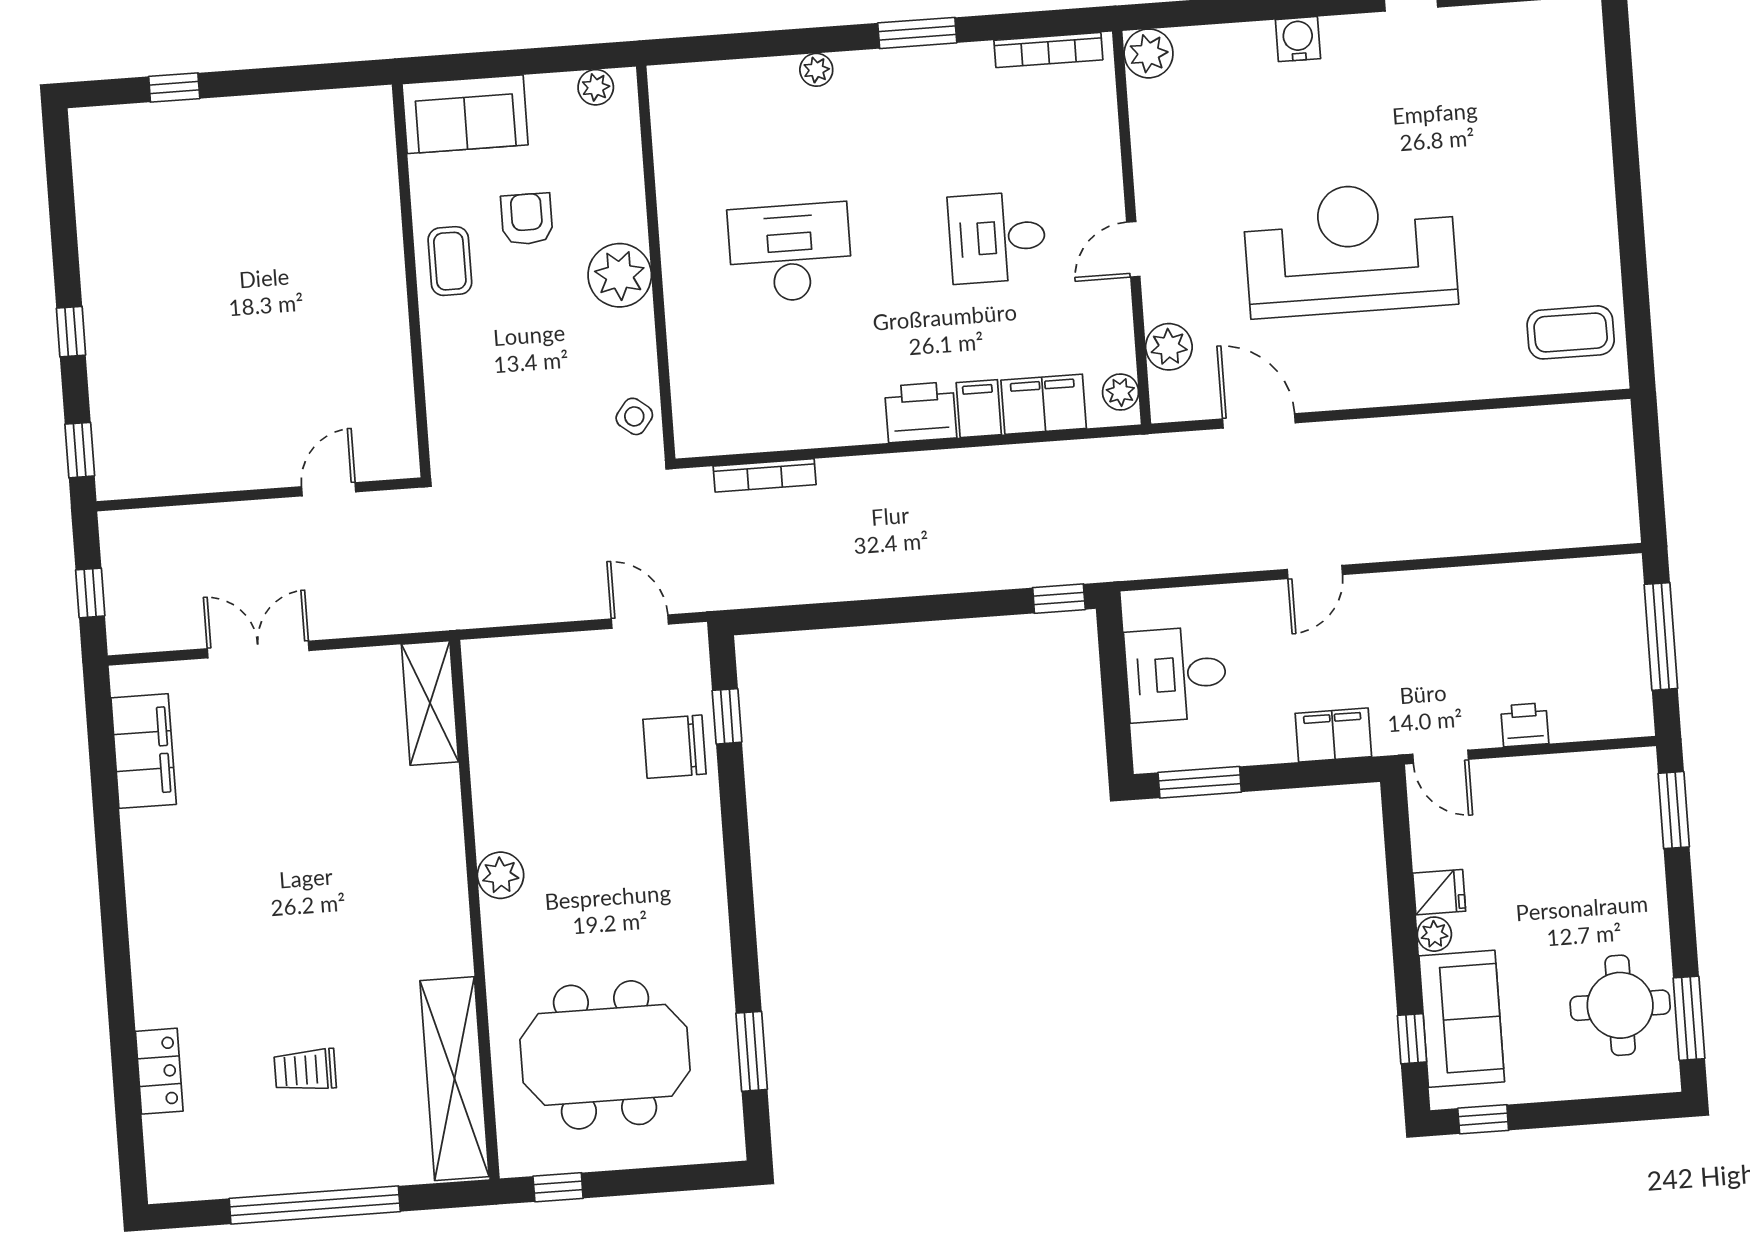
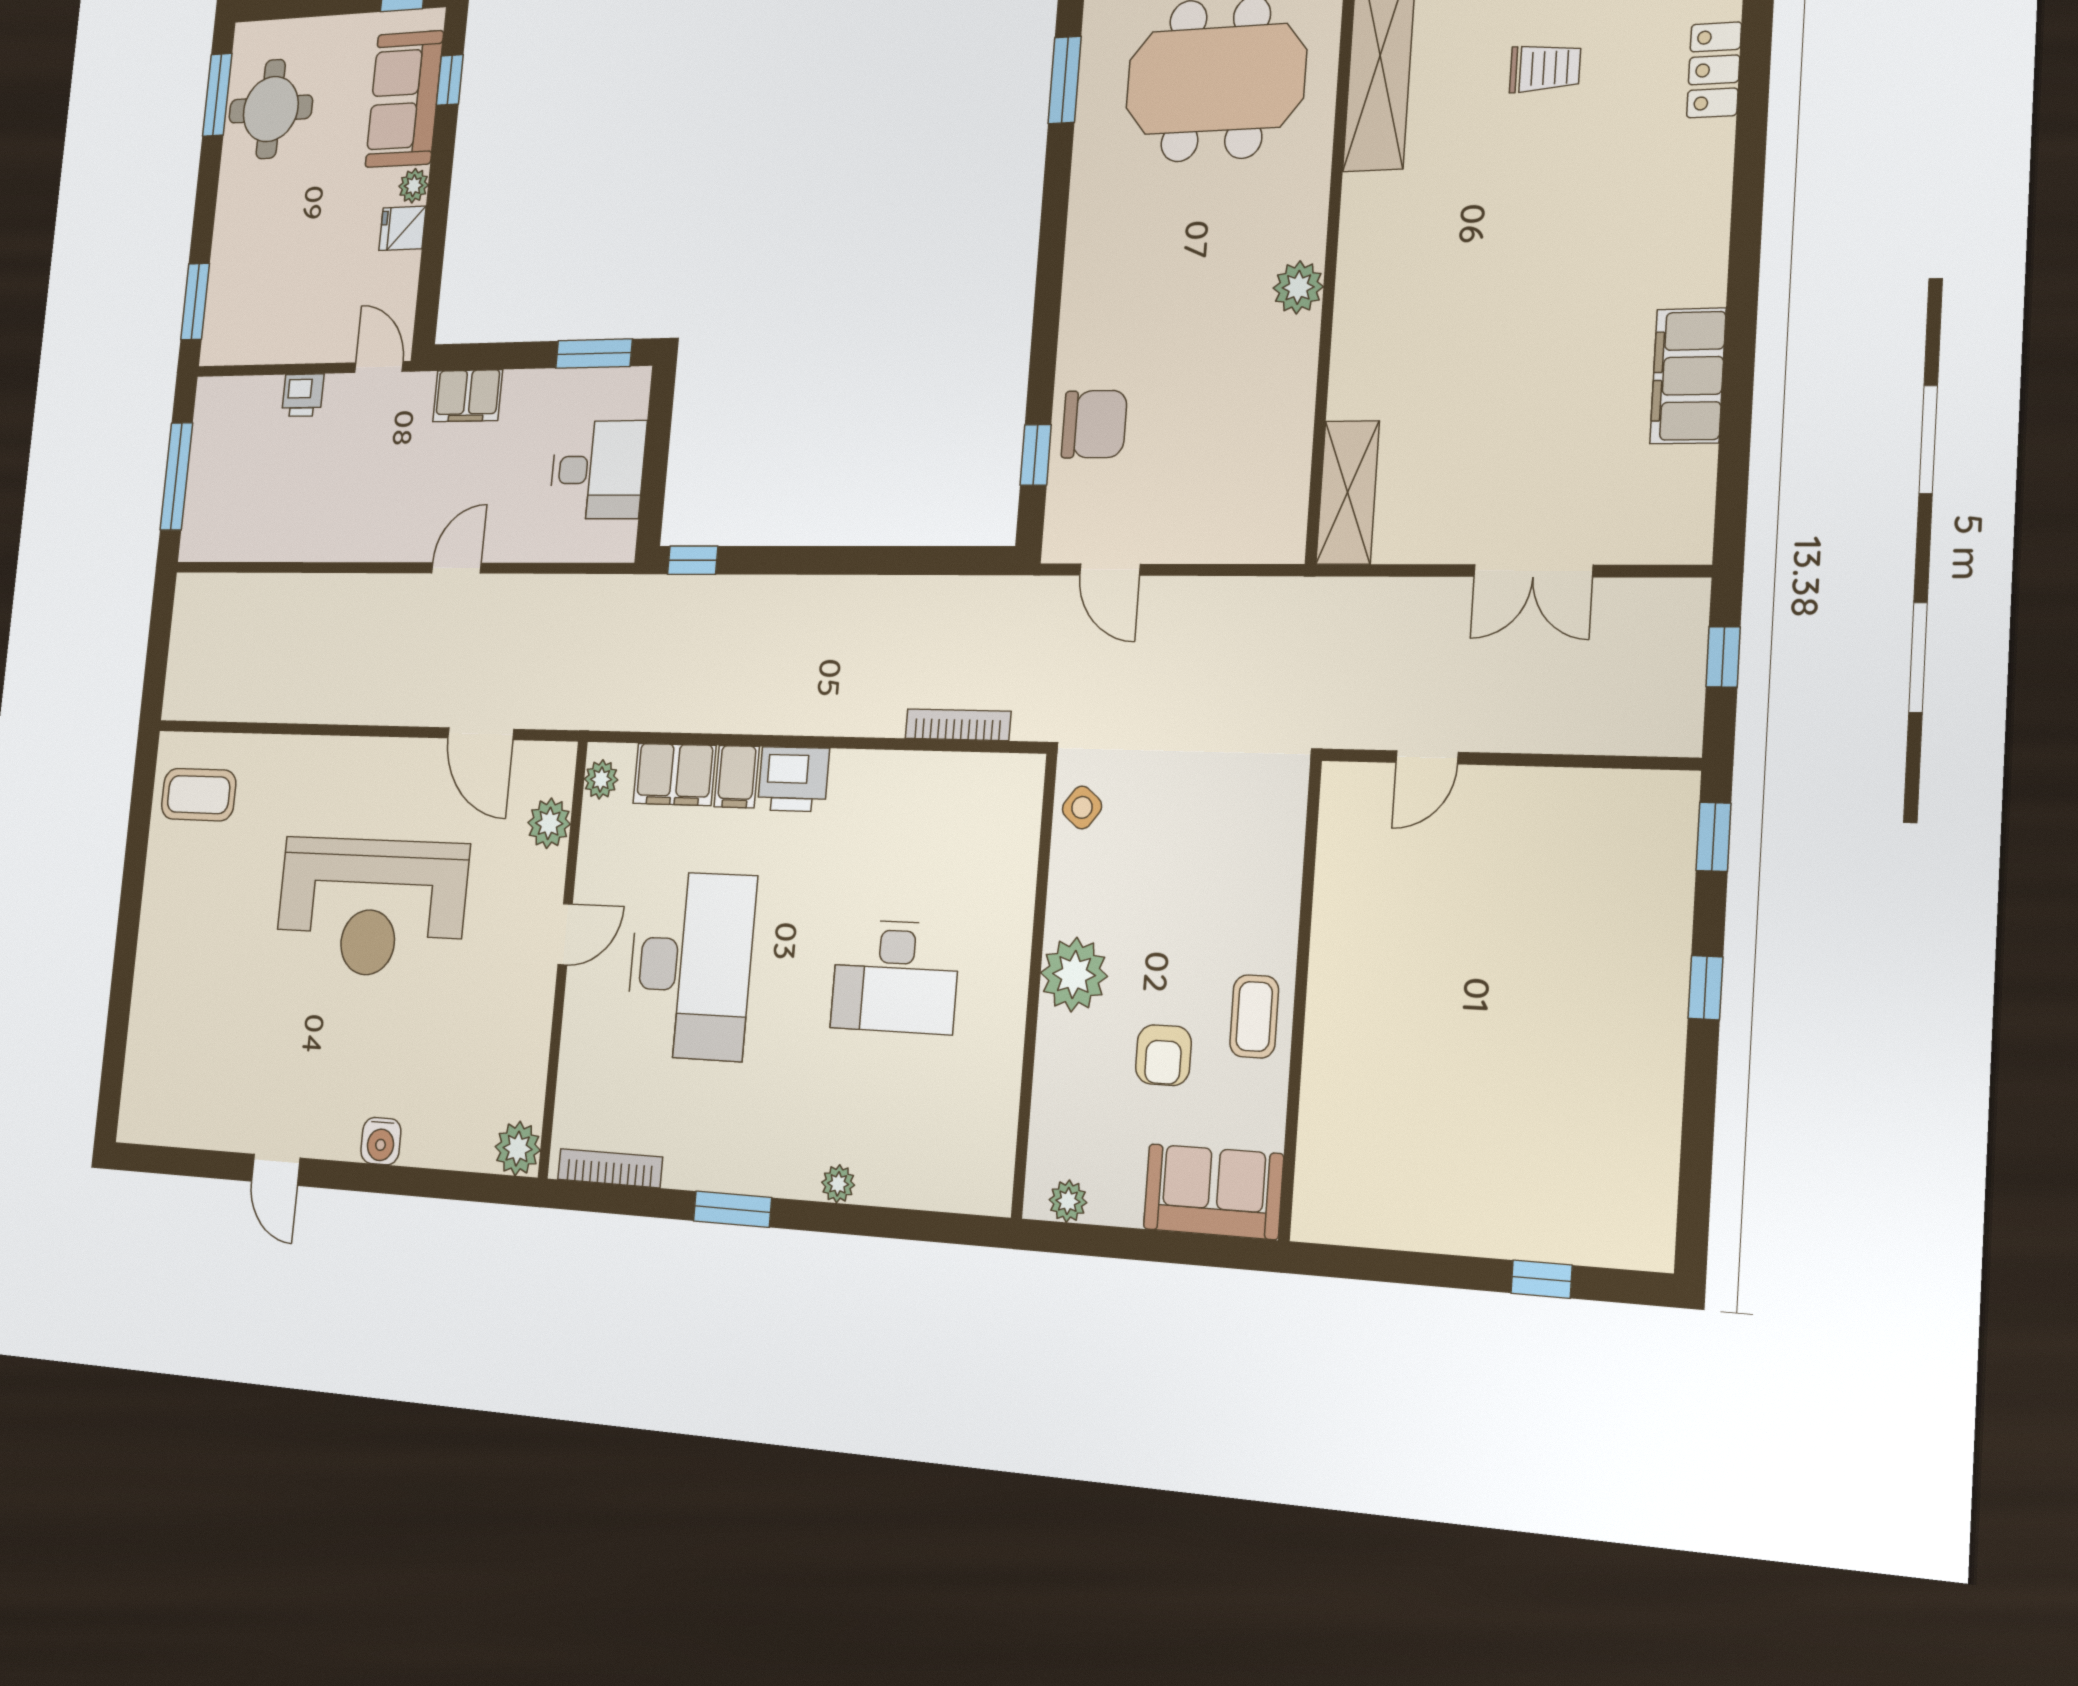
desk: (997, 237) -> (690, 965), width x1.87, depth x1.30
filing cabinet: (144, 751) -> (1688, 376), moved

